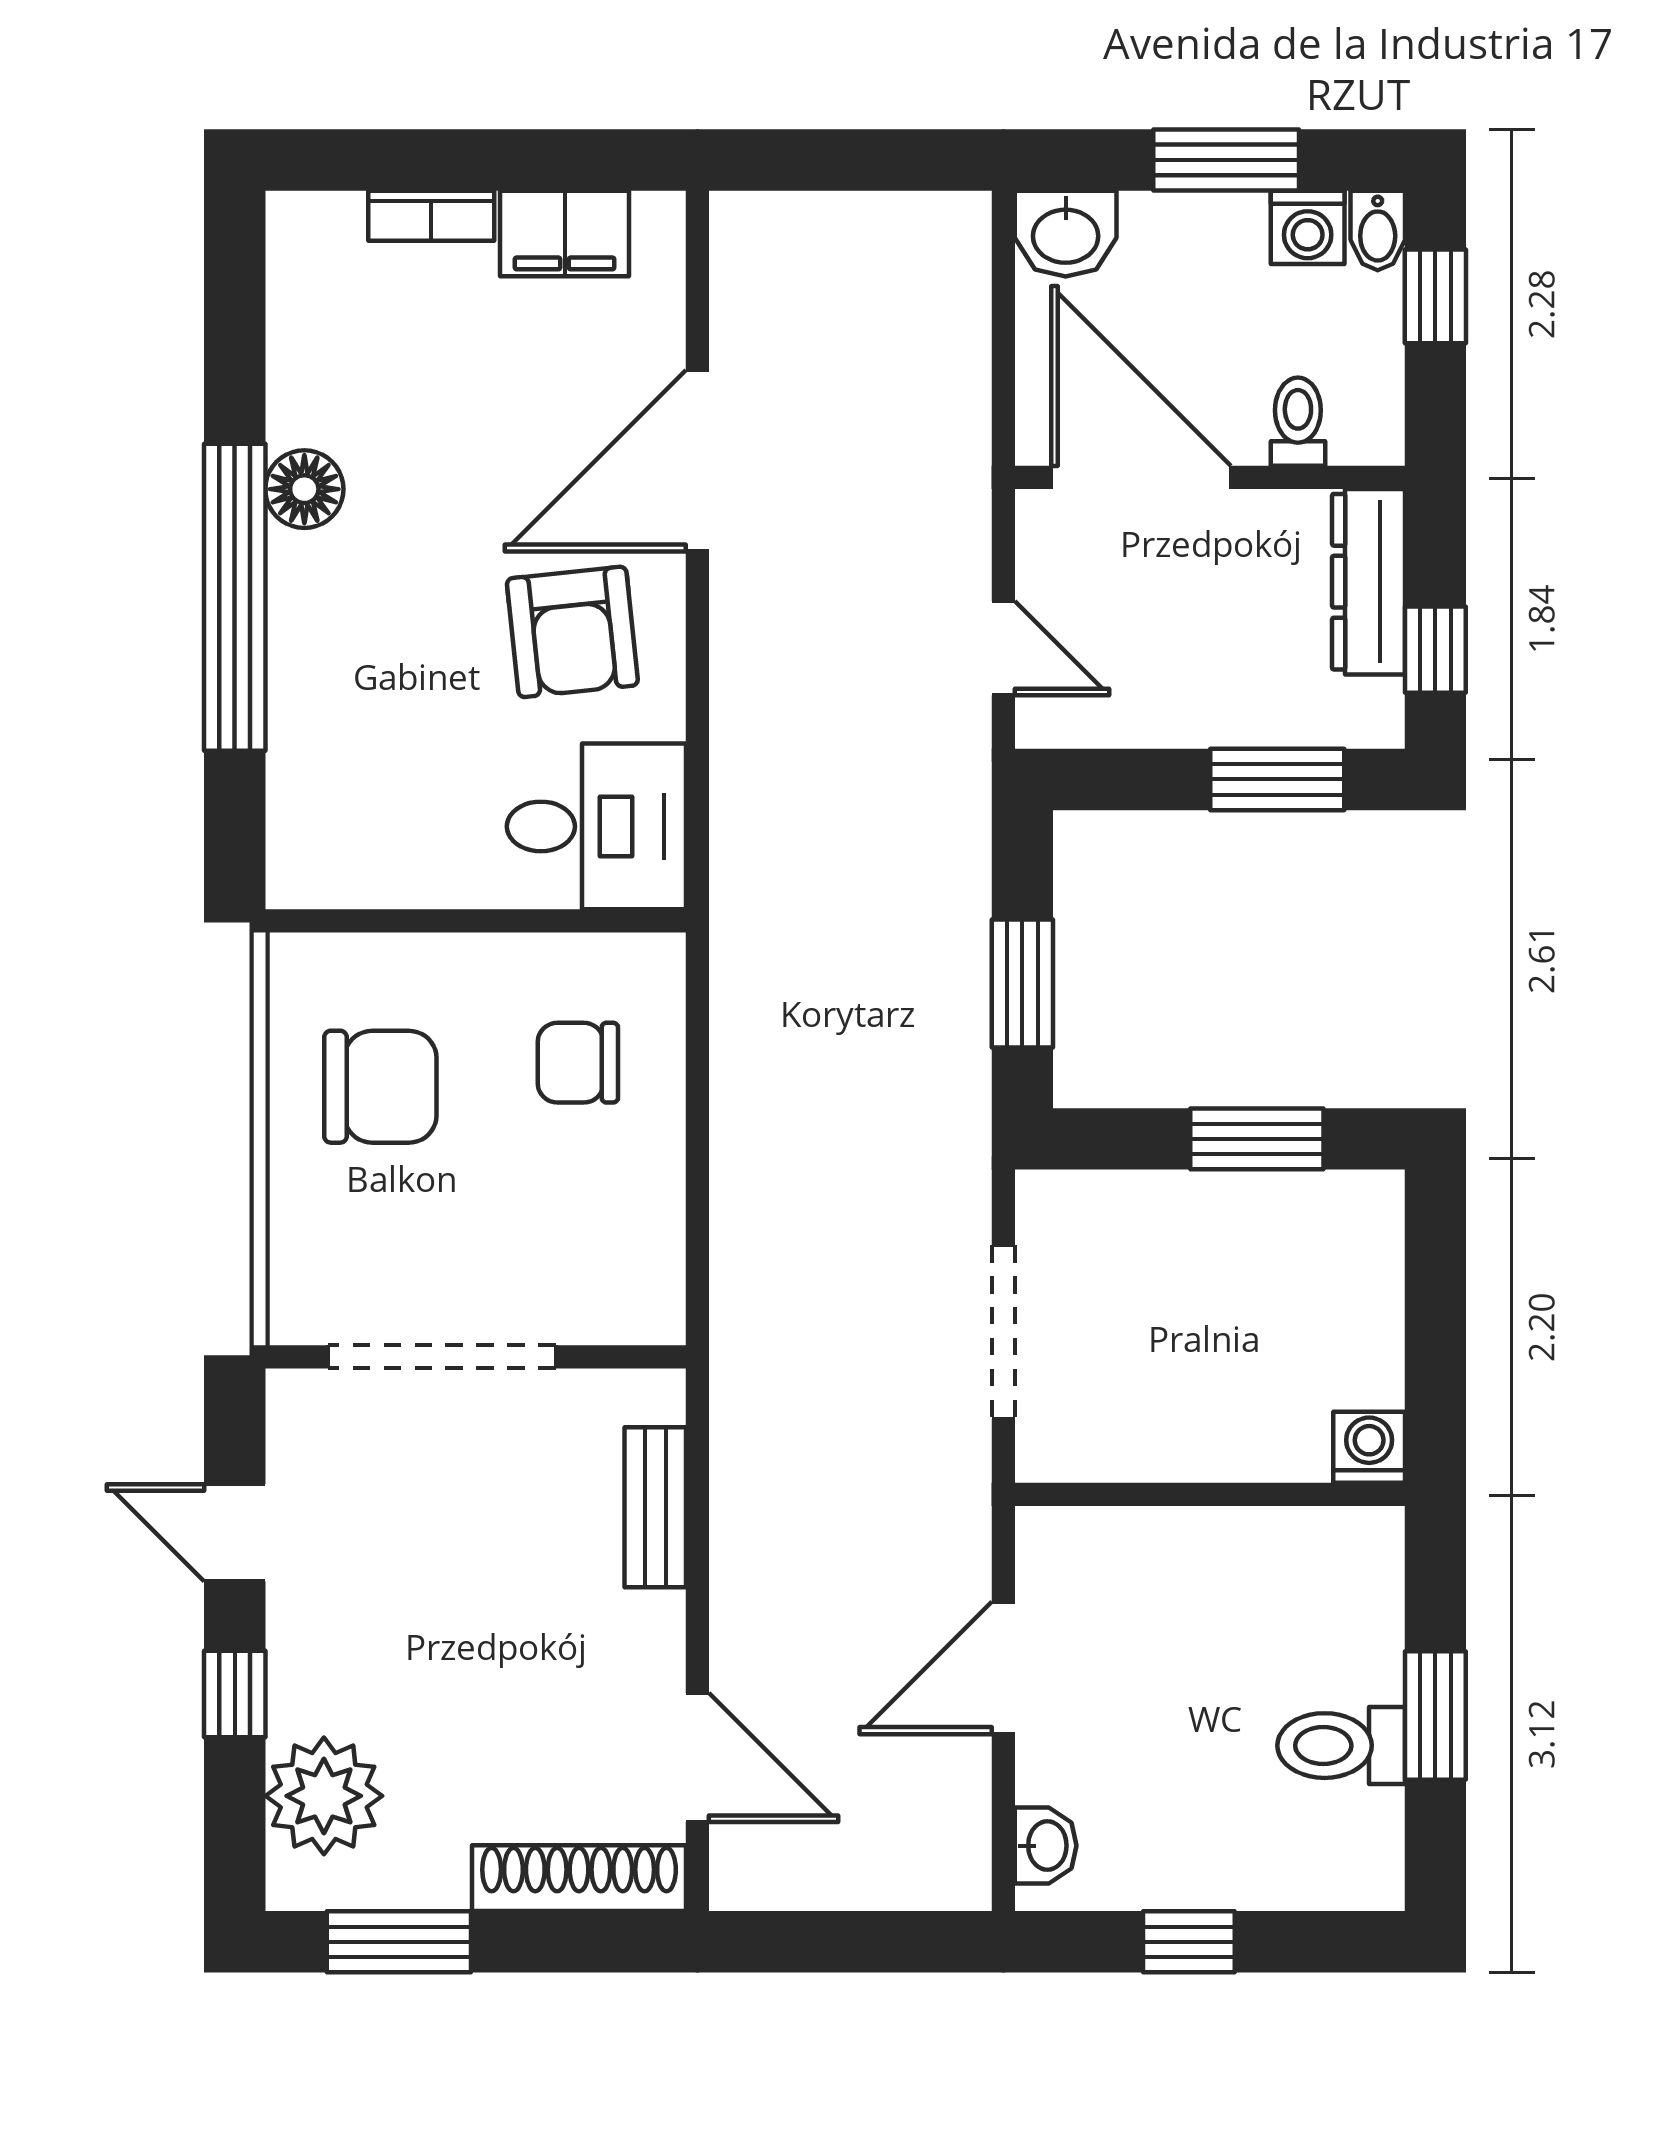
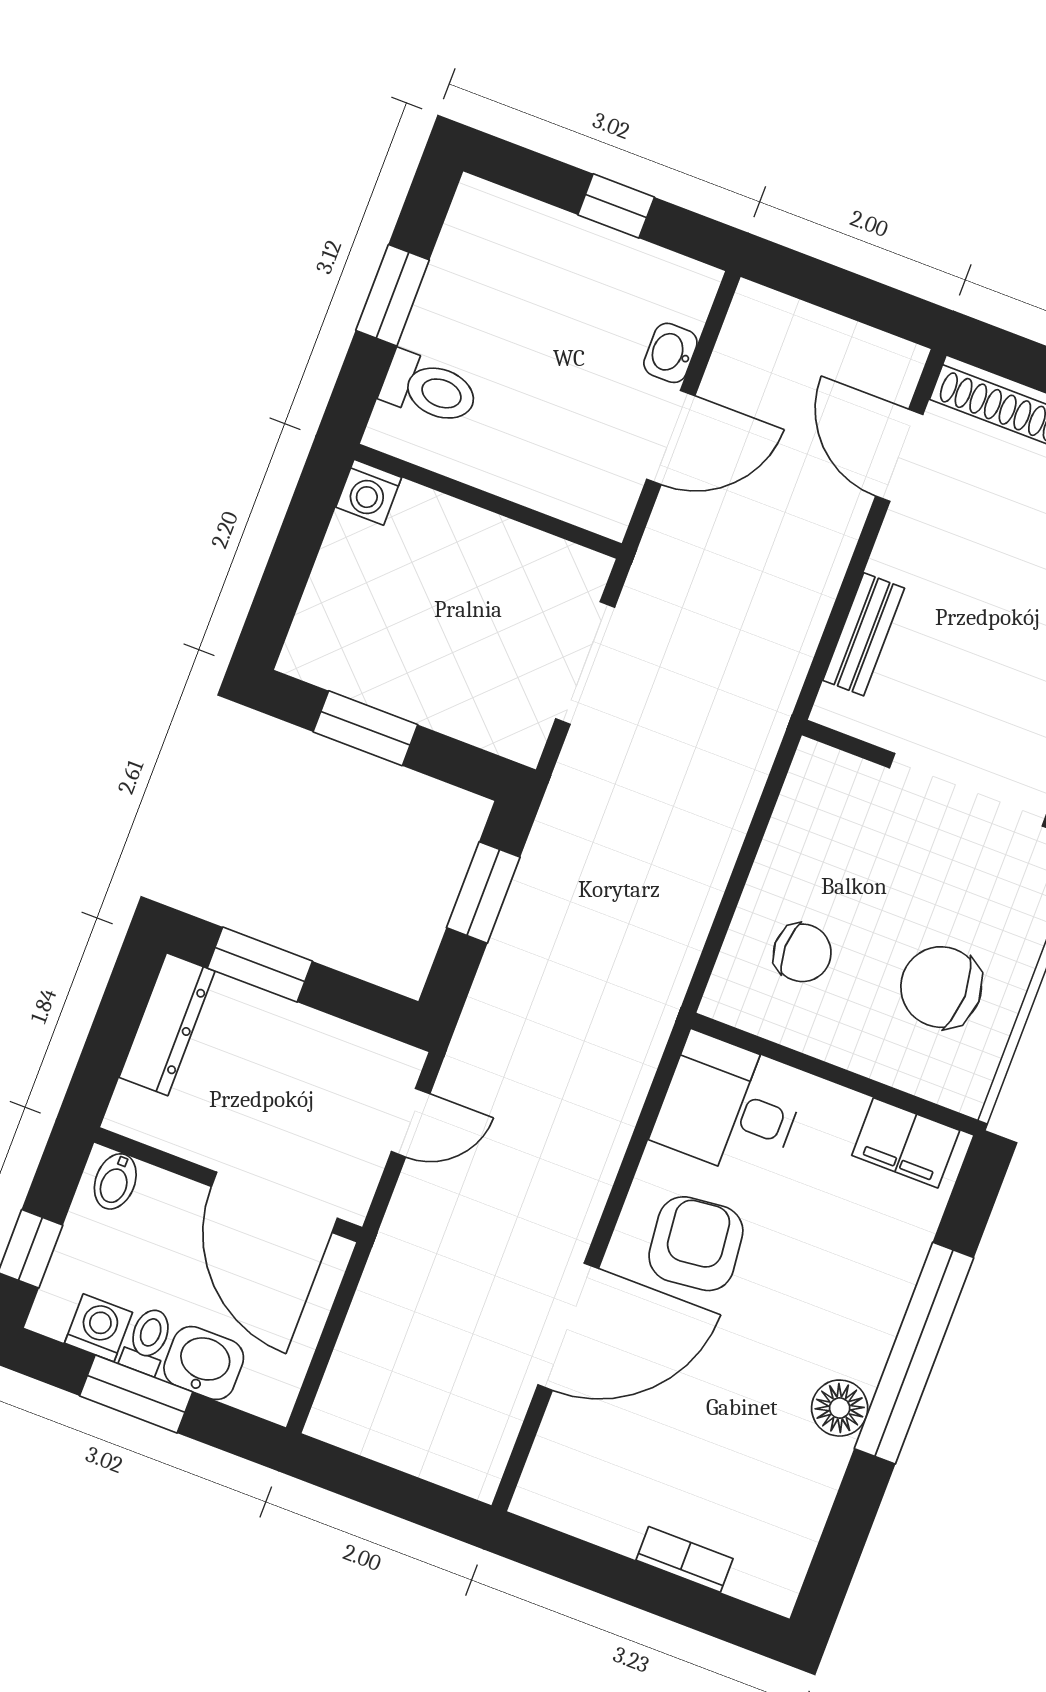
bidet: (1378, 230) -> (115, 1181), moved, turned 180
filing cabinet: (565, 233) -> (906, 1143), moved, turned 180
washbasin: (1066, 234) -> (204, 1363), moved
toilet: (1298, 422) -> (148, 1341), moved, turned 180
dresser: (1368, 582) -> (167, 1024), moved
door: (1003, 648) -> (411, 1123), swing flipped
window: (1435, 650) -> (121, 1011), removed
toilet: (1341, 1746) -> (429, 389), moved
washbasin: (1046, 1846) -> (670, 353), moved

